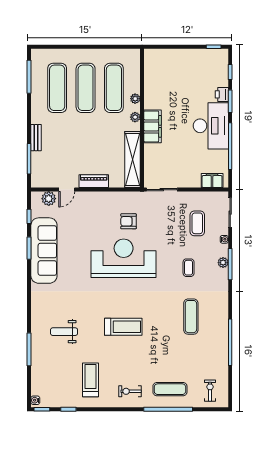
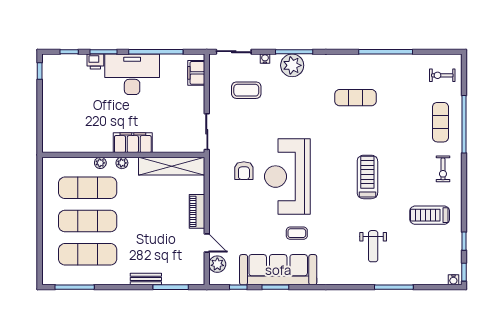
plant: (223, 263) -> (292, 65), width x1.87, depth x1.87
coffee table: (189, 268) -> (297, 233), moved

